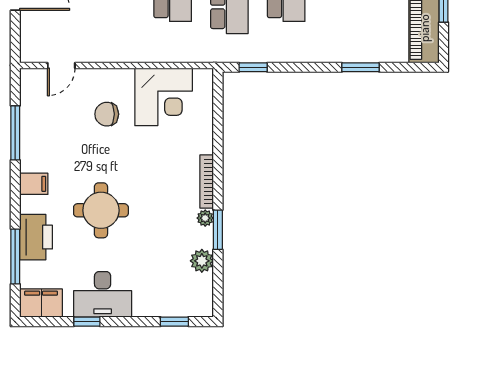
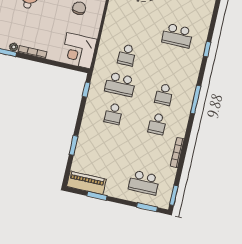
corner desk: (164, 97) -> (79, 51), moved

